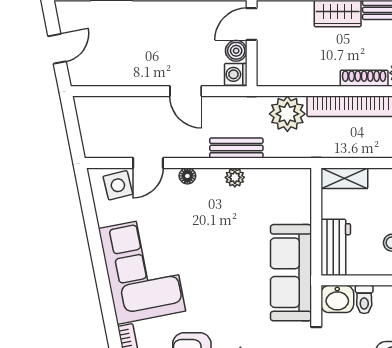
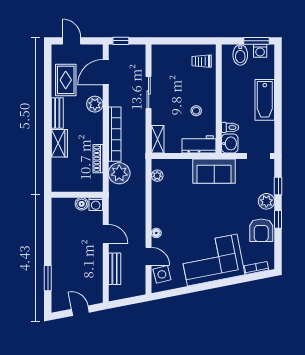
door: (252, 24) -> (66, 195), removed
shoe rack: (364, 78) -> (98, 159), moved
door: (186, 91) -> (106, 234), hinge flipped
bench: (236, 148) -> (115, 269), moved
plant: (235, 177) -> (157, 176), moved
sofa: (291, 273) -> (214, 171), width x0.73

